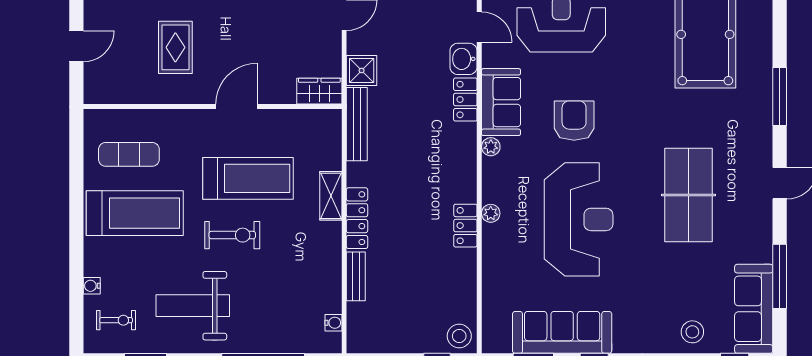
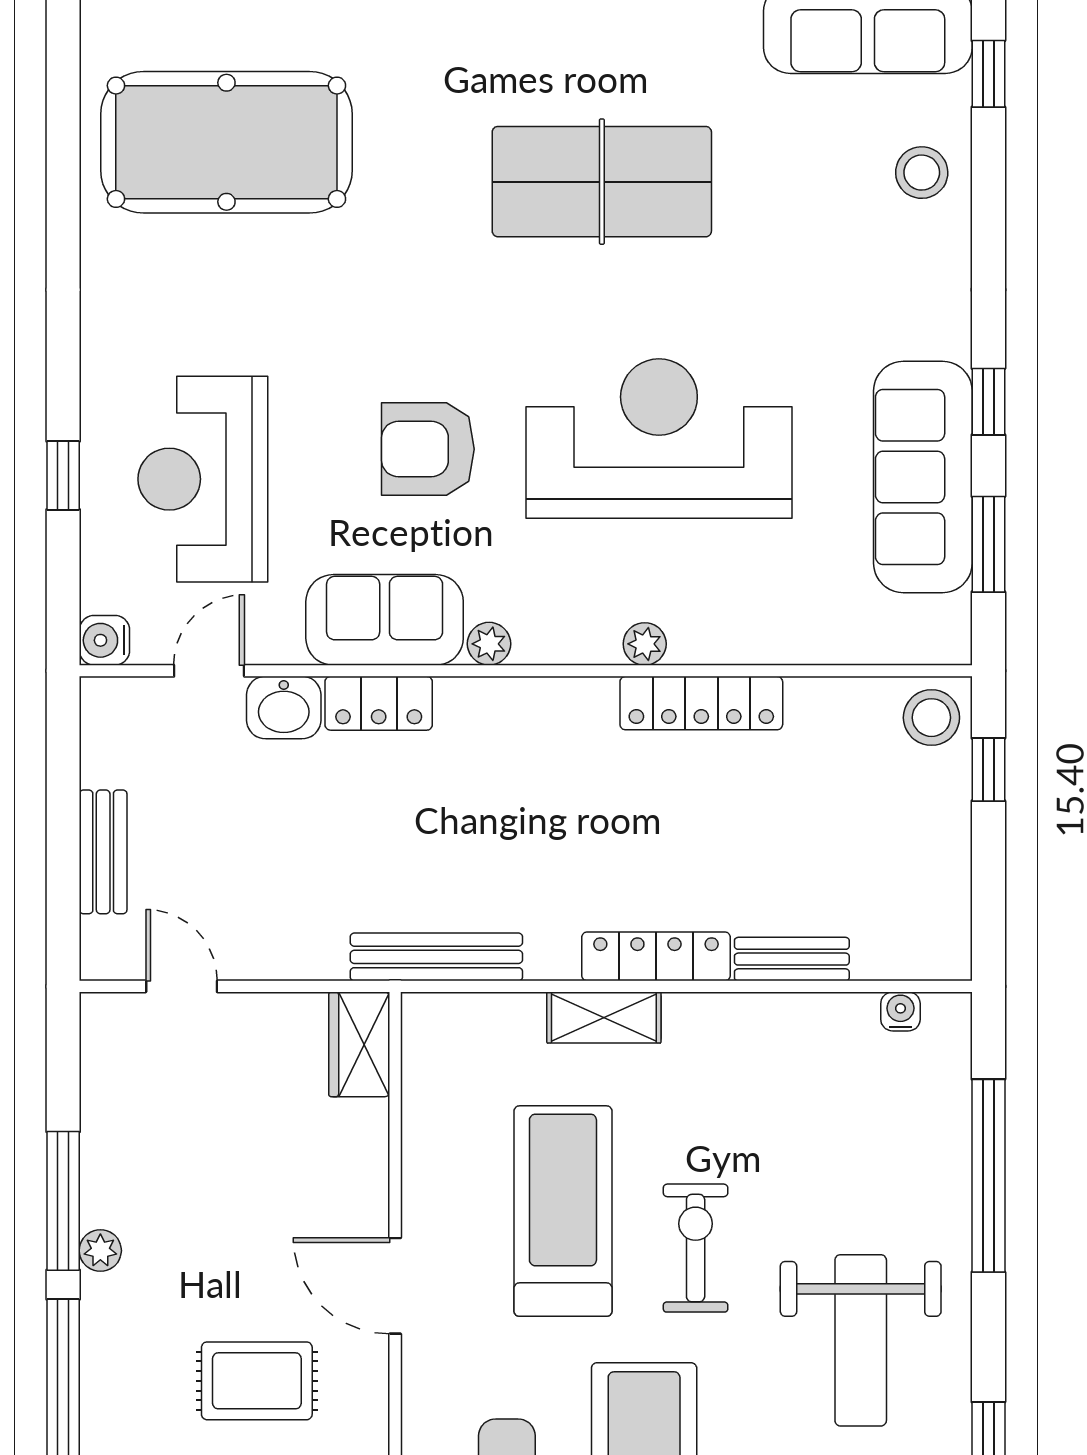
shower: (362, 70) -> (311, 946), removed
door: (236, 107) -> (395, 1286), moved
locker: (465, 226) -> (701, 703), width x1.53

